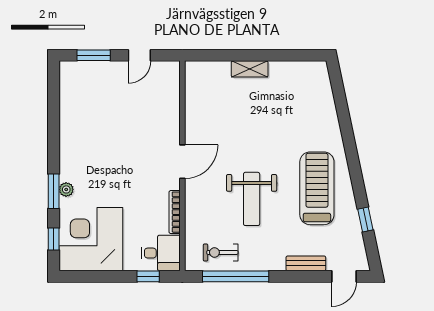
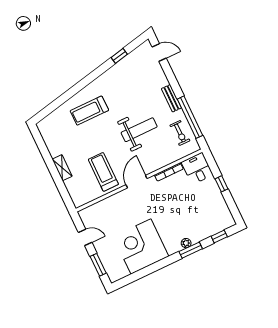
treadmill: (217, 123) -> (103, 172), added
door: (182, 162) -> (137, 182), hinge flipped
treadmill: (317, 188) -> (89, 111), moved, width x0.73, depth x0.73
corner desk: (91, 239) -> (141, 246), moved, turned 90
bench: (306, 263) -> (171, 98), moved
window: (148, 276) -> (222, 184), moved

